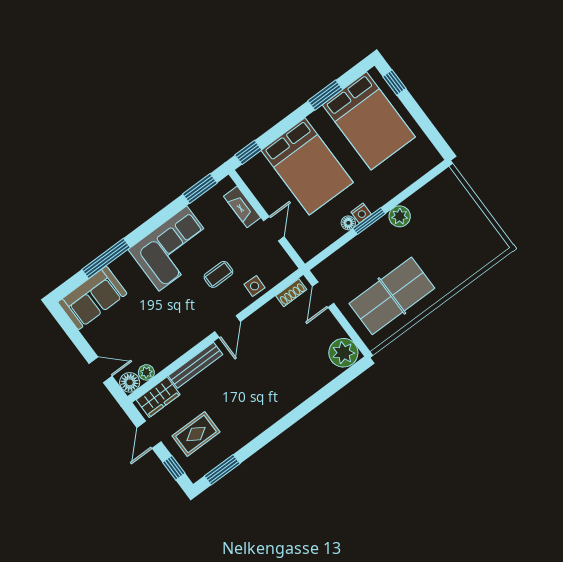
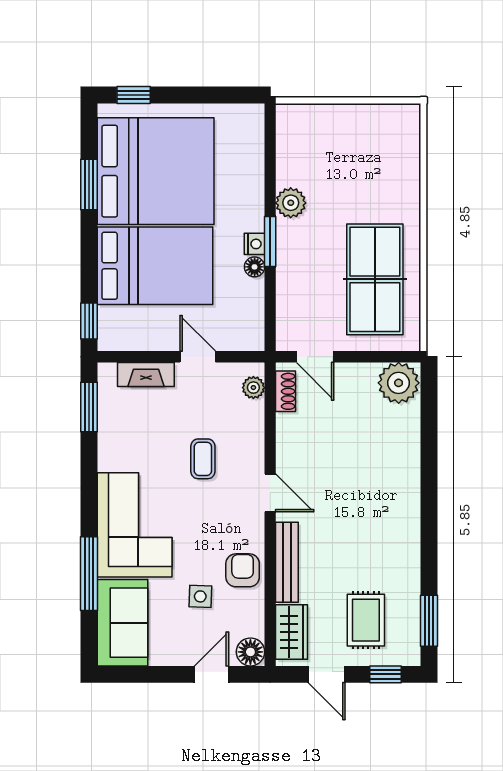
bed: (369, 121) -> (156, 171), width x1.36
corner sofa: (173, 249) -> (135, 525), moved
side table: (255, 286) -> (200, 596), moved
armchair: (172, 344) -> (243, 570), added
plant: (146, 372) -> (253, 388), moved

